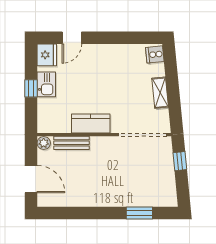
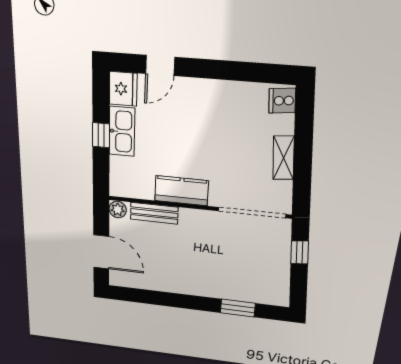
kitchen sink: (46, 84) -> (122, 132), width x1.38

